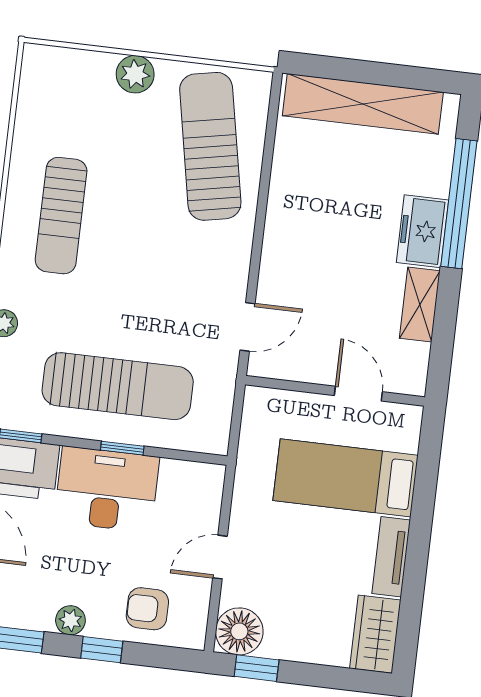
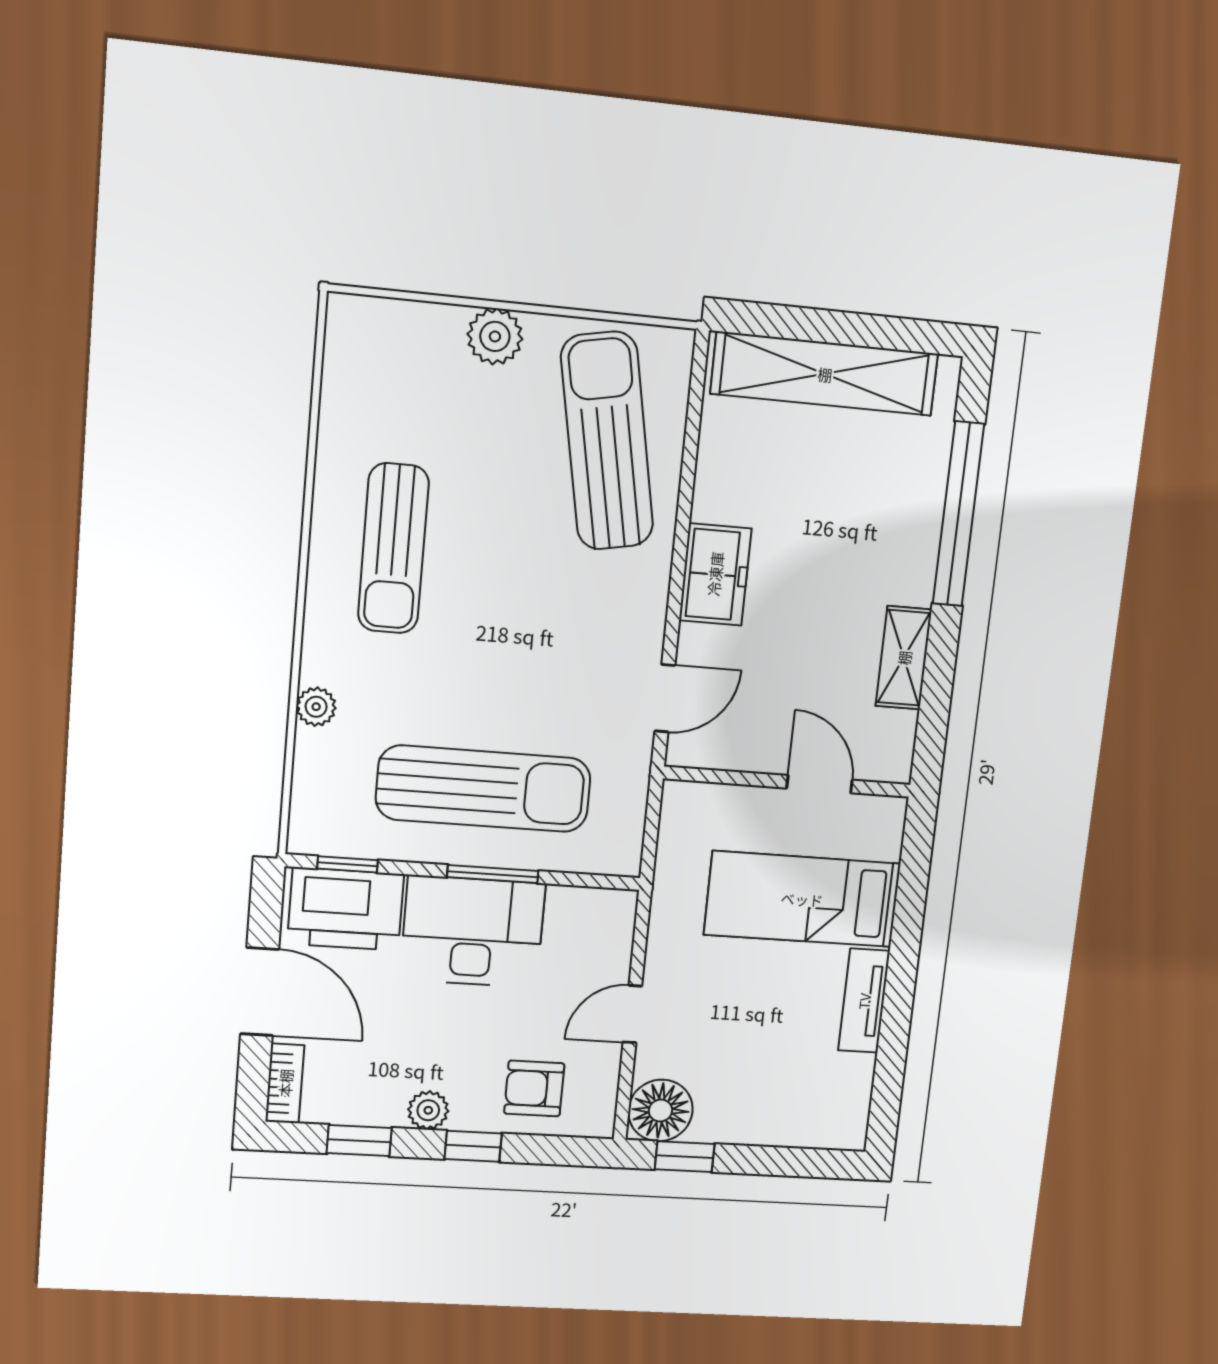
freezer: (423, 231) -> (715, 574), moved, turned 180
window: (122, 448) -> (493, 874), width x1.50
wardrobe: (375, 634) -> (843, 1103), removed

